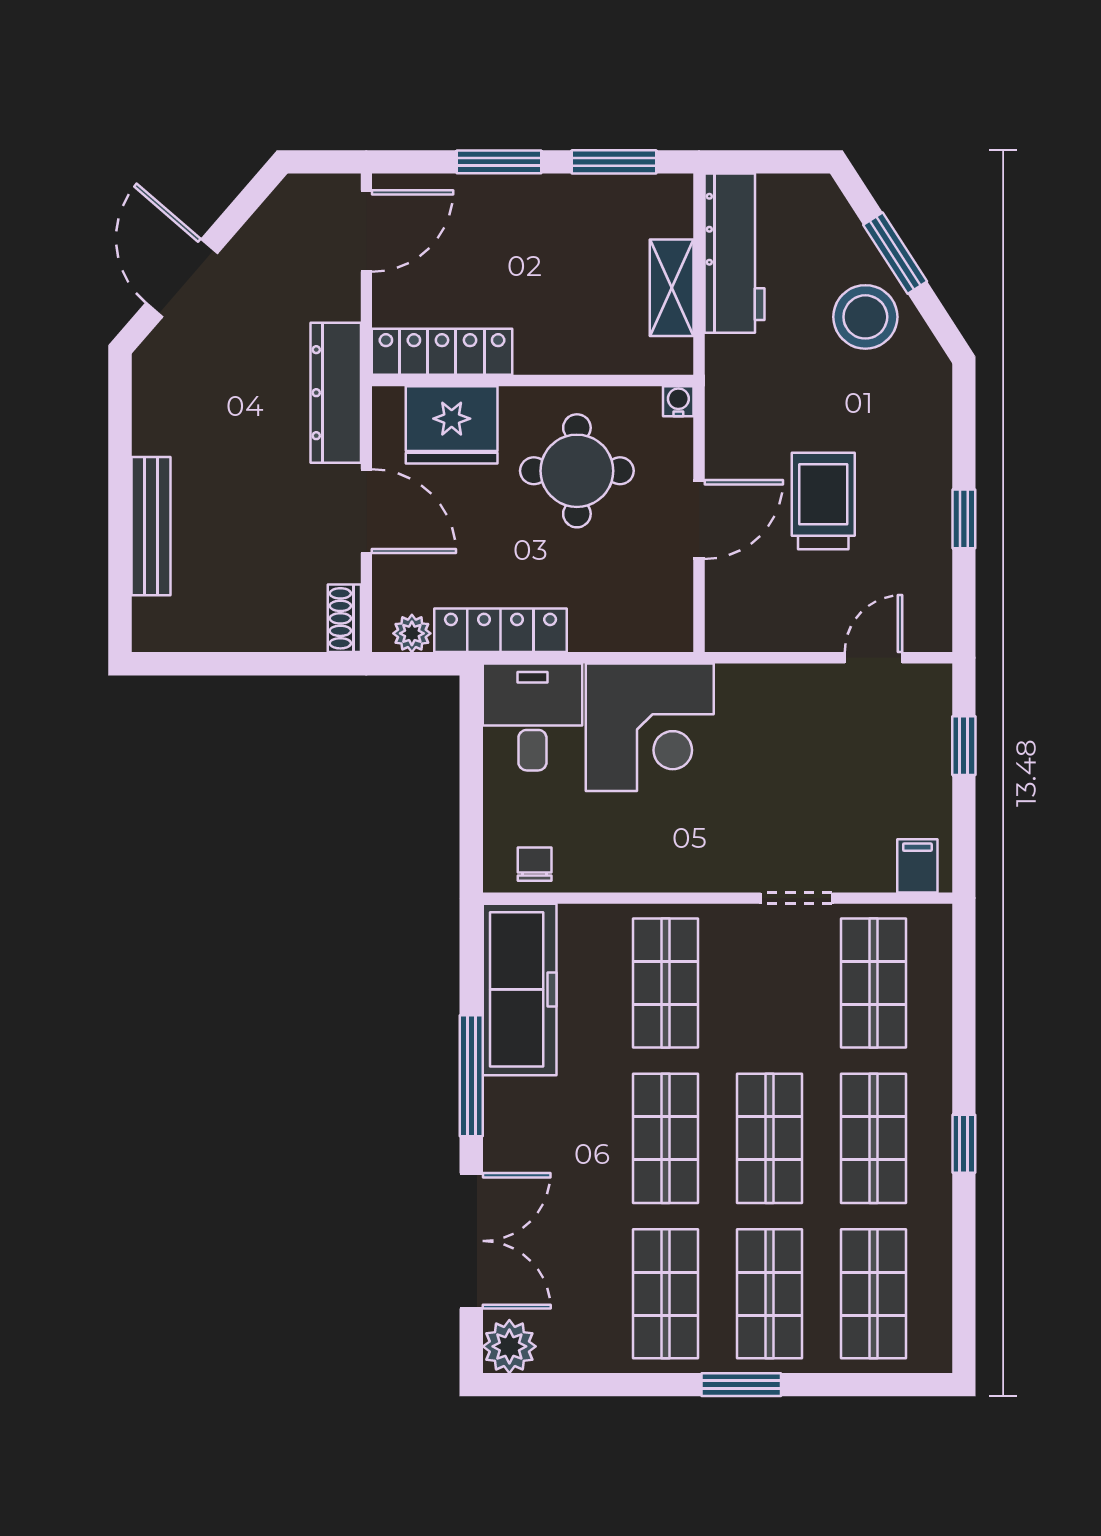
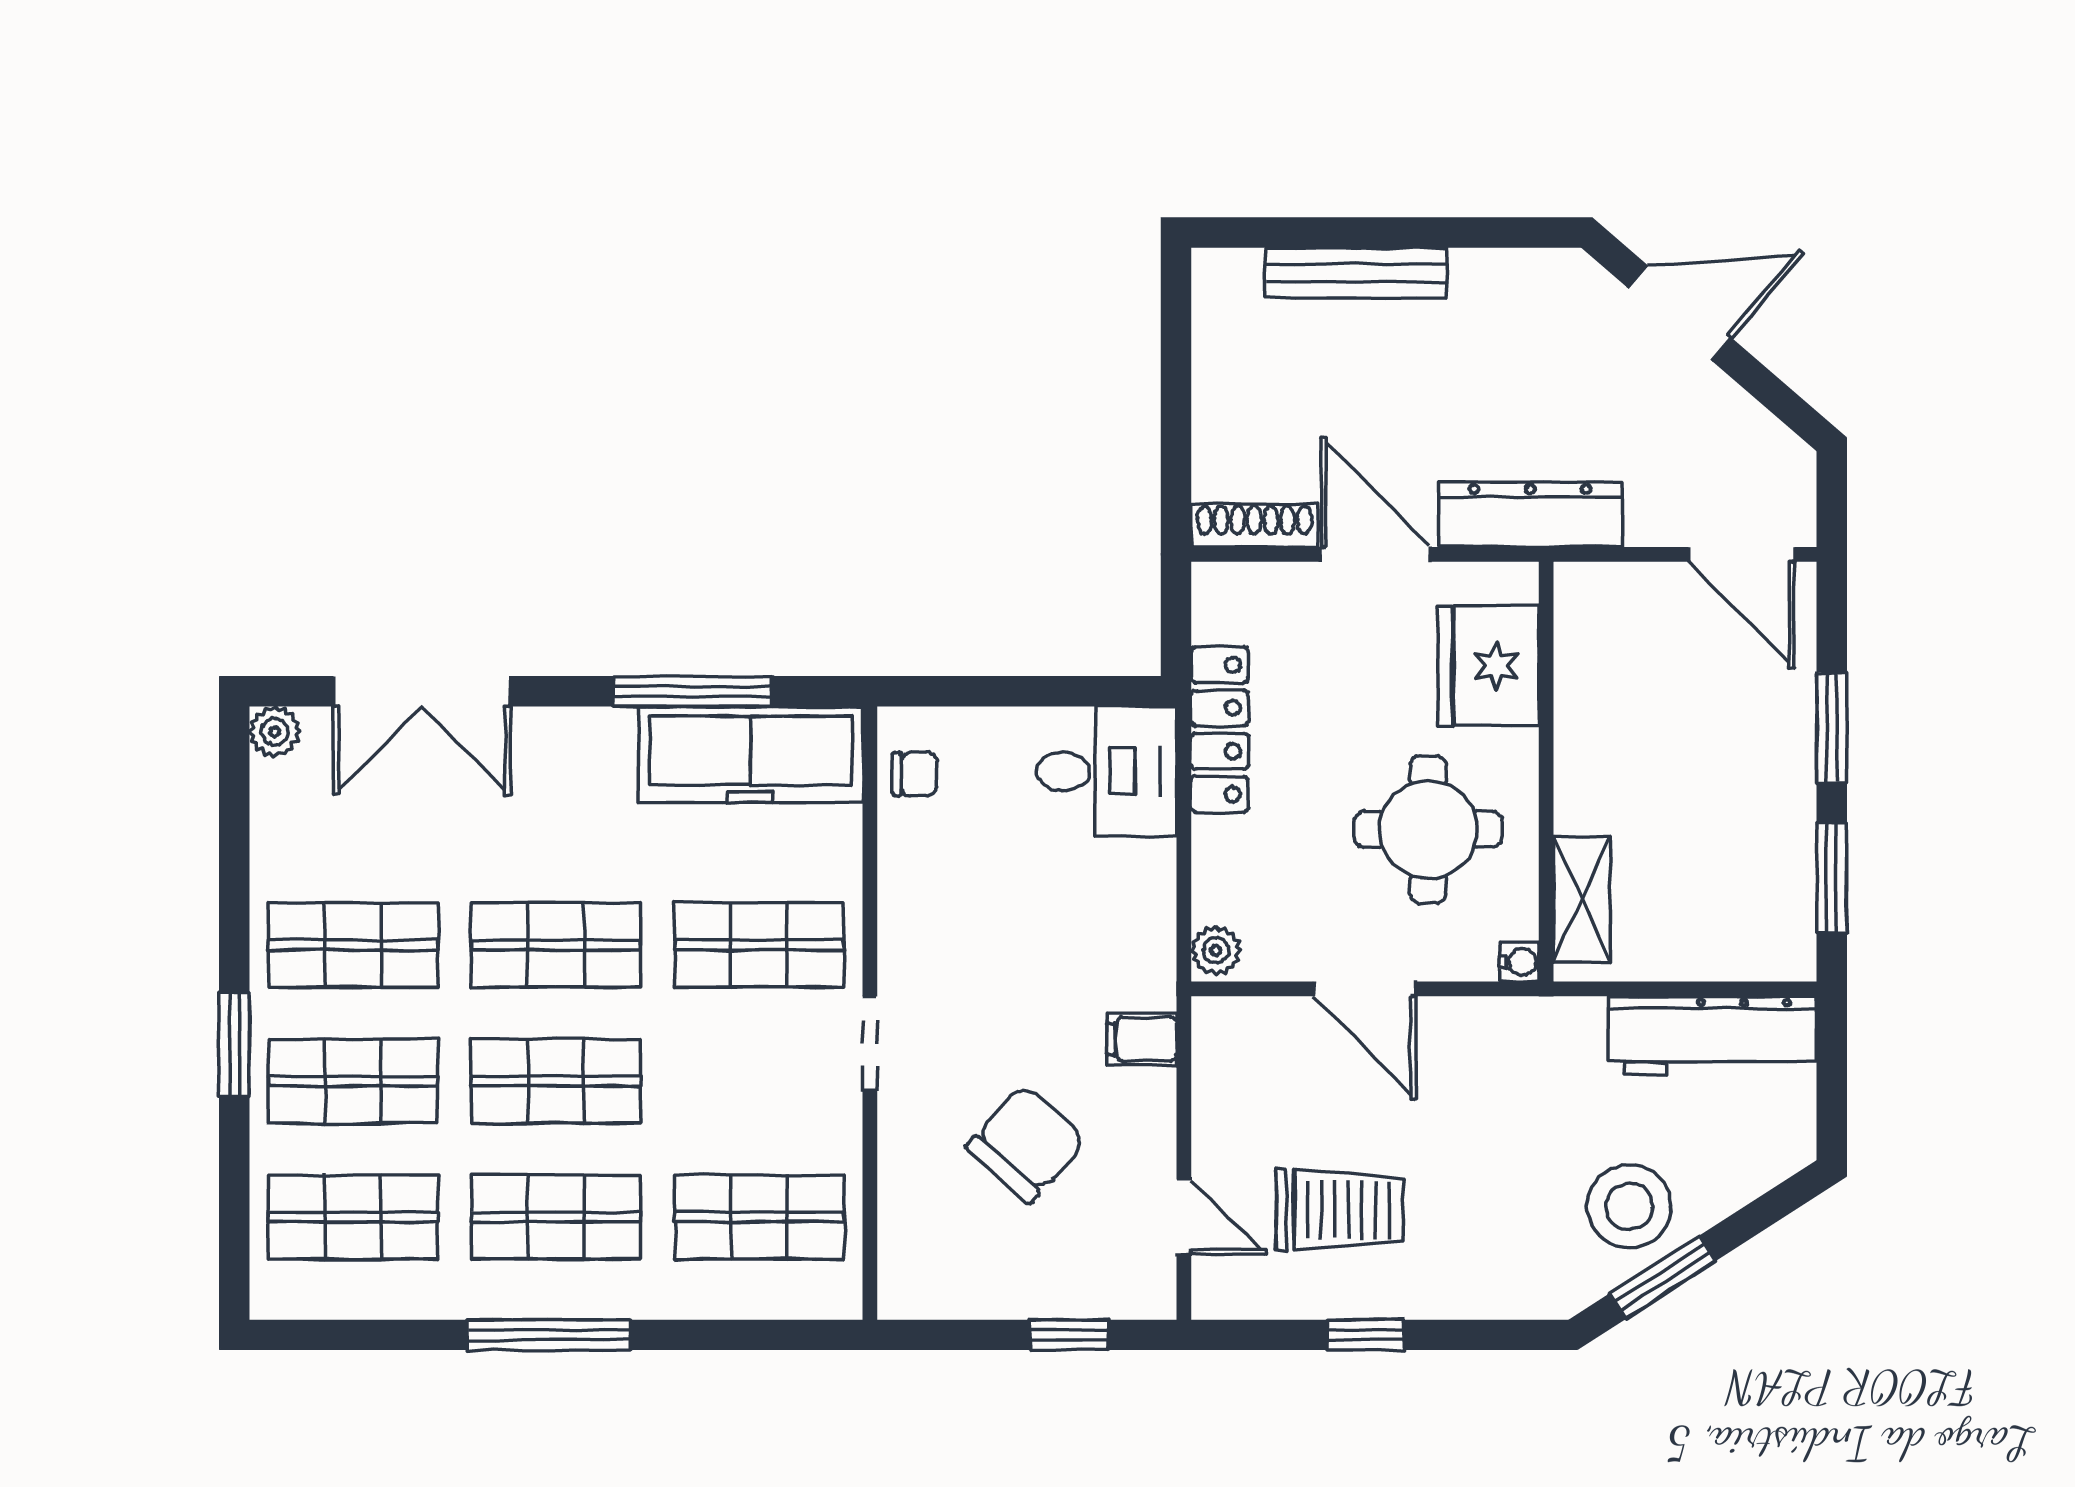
window: (895, 253) -> (1663, 1277), moved
shelving: (672, 288) -> (1582, 899), moved, turned 90
locker: (442, 352) -> (1584, 653), removed
trolley: (823, 501) -> (1339, 1210), moved
door: (366, 511) -> (1375, 554), swing flipped
shoe rack: (344, 618) -> (1254, 526), width x1.43
plant: (412, 633) -> (1216, 950), moved
corner desk: (650, 727) -> (1093, 925), removed
chair: (817, 779) -> (1026, 1144), added
filing cabinet: (917, 866) -> (1142, 1039), moved, turned 180
doorway: (797, 898) -> (870, 1043), moved
window: (471, 1076) -> (693, 691), moved
window: (964, 1144) -> (549, 1335), width x2.17
plant: (509, 1346) -> (275, 732), width x0.73, depth x0.73

